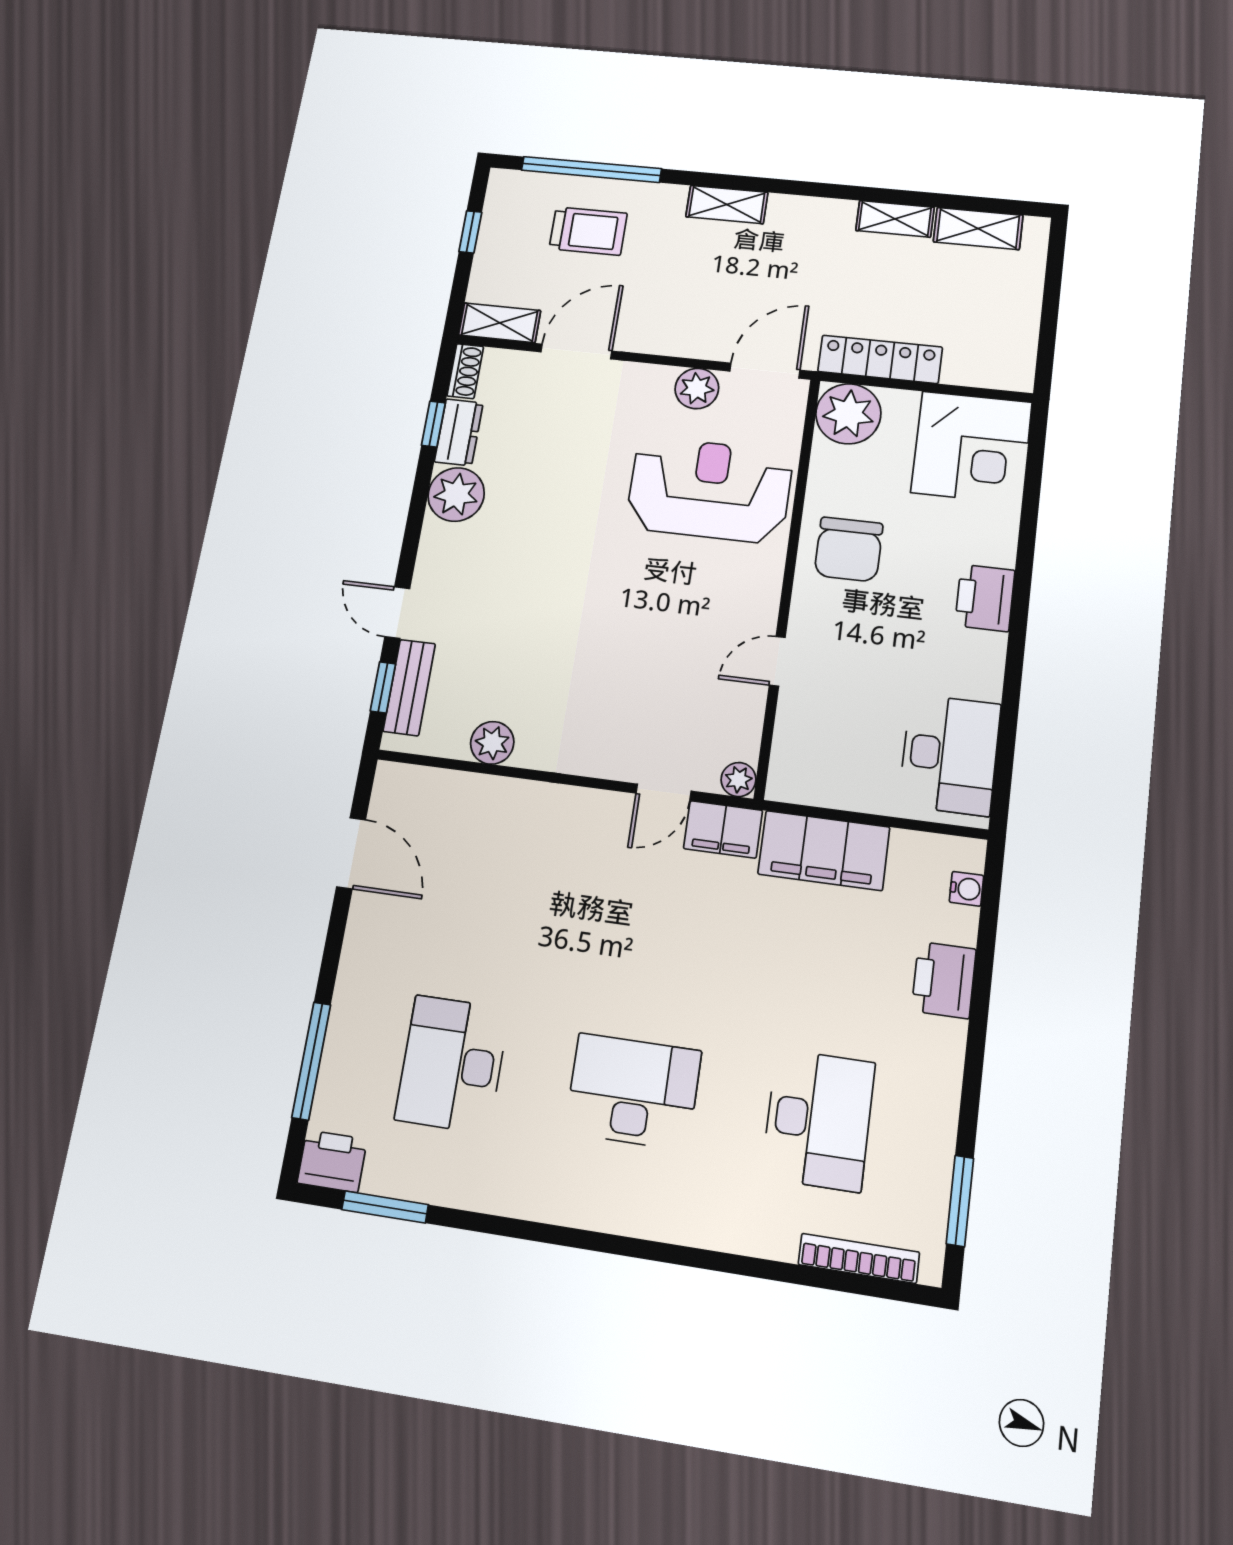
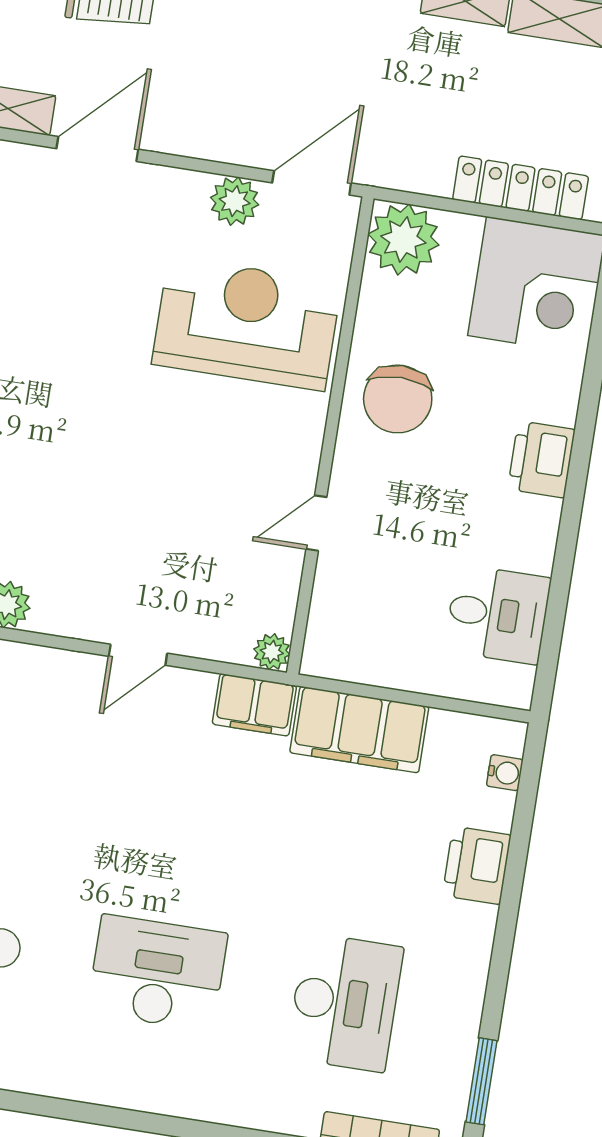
locker: (880, 359) -> (521, 188), moved
desk: (950, 755) -> (498, 614), width x0.73
door: (664, 792) -> (138, 655), moved

